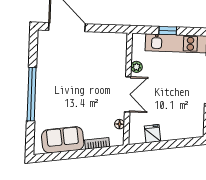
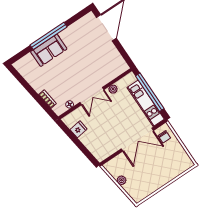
window: (168, 31) -> (150, 92), width x3.17
sofa: (63, 140) -> (49, 50), moved, turned 98

